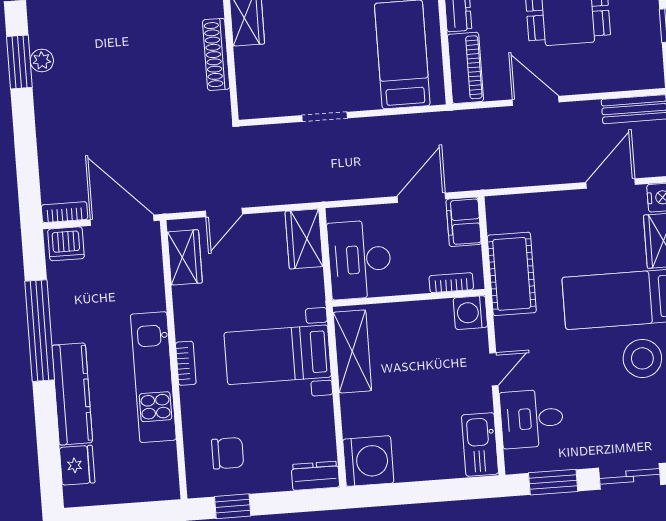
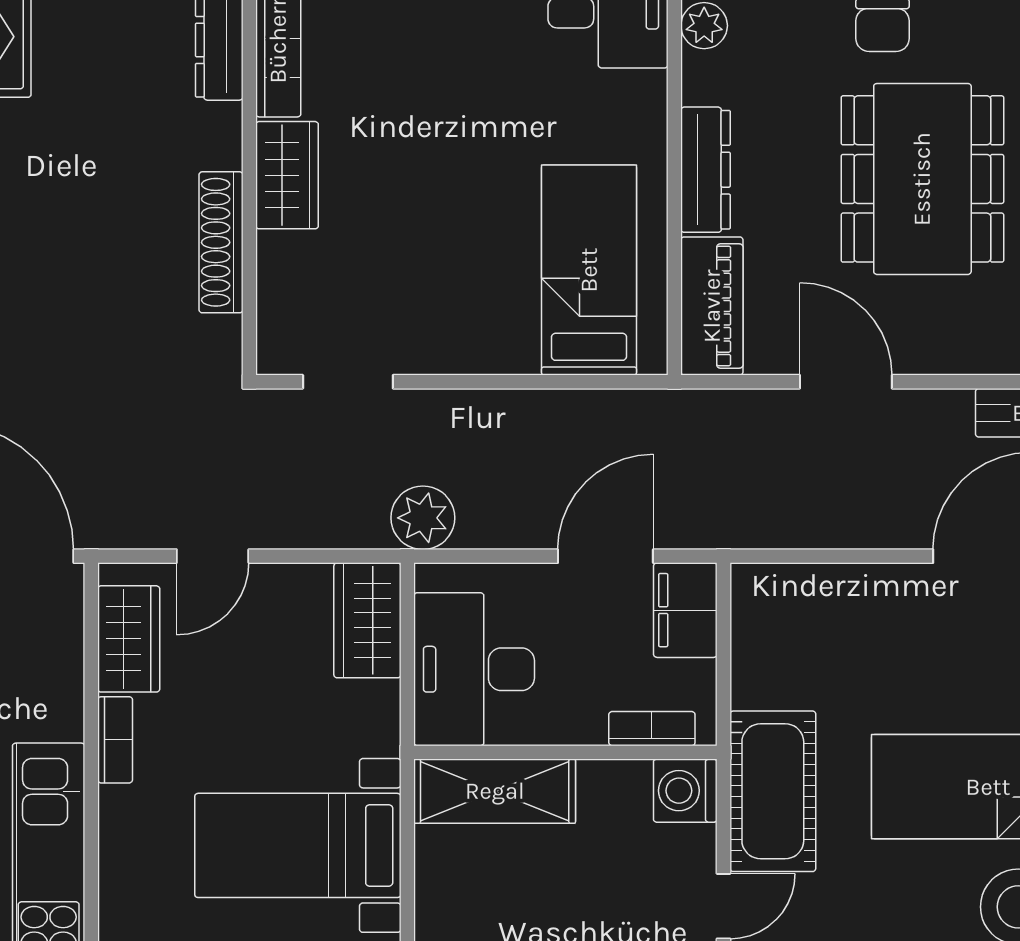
doorway: (324, 117) -> (348, 382), moved
plant: (328, 185) -> (423, 518), added
cot: (512, 274) -> (773, 791), moved
shelving: (352, 351) -> (495, 791), moved, turned 90
bookcase: (186, 363) -> (115, 740), moved

